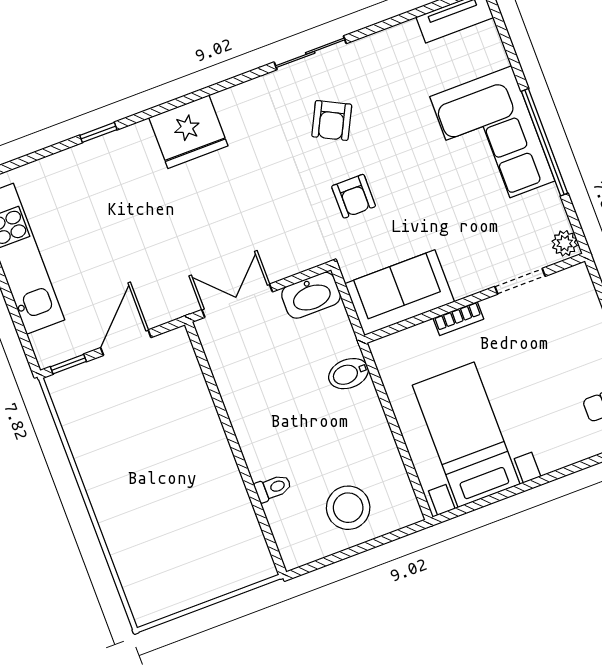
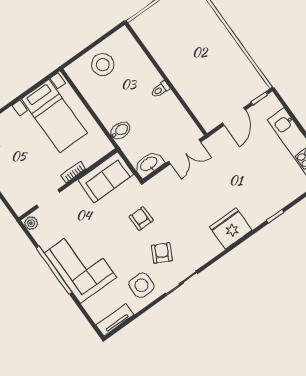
side table: (387, 70) -> (141, 285), added
toilet: (273, 488) -> (160, 89), moved

